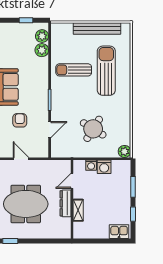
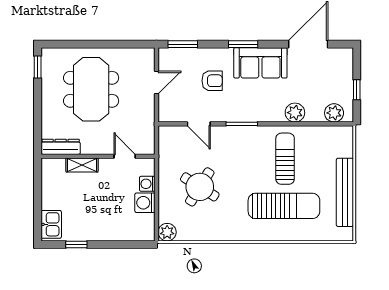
plant: (42, 50) -> (295, 113), moved
window: (133, 187) -> (116, 244), removed
dresser: (65, 203) -> (61, 147), moved

